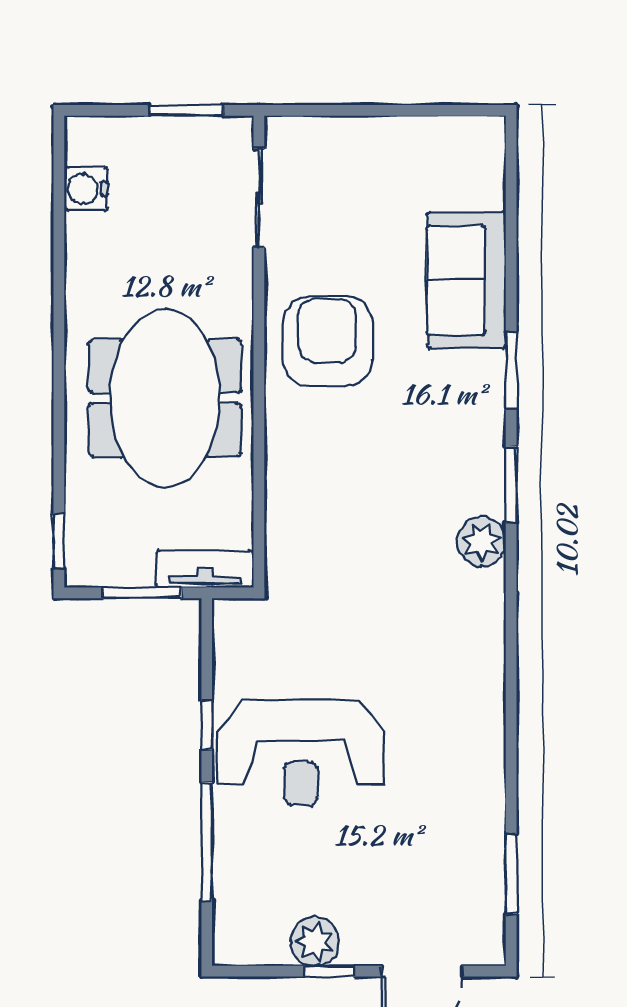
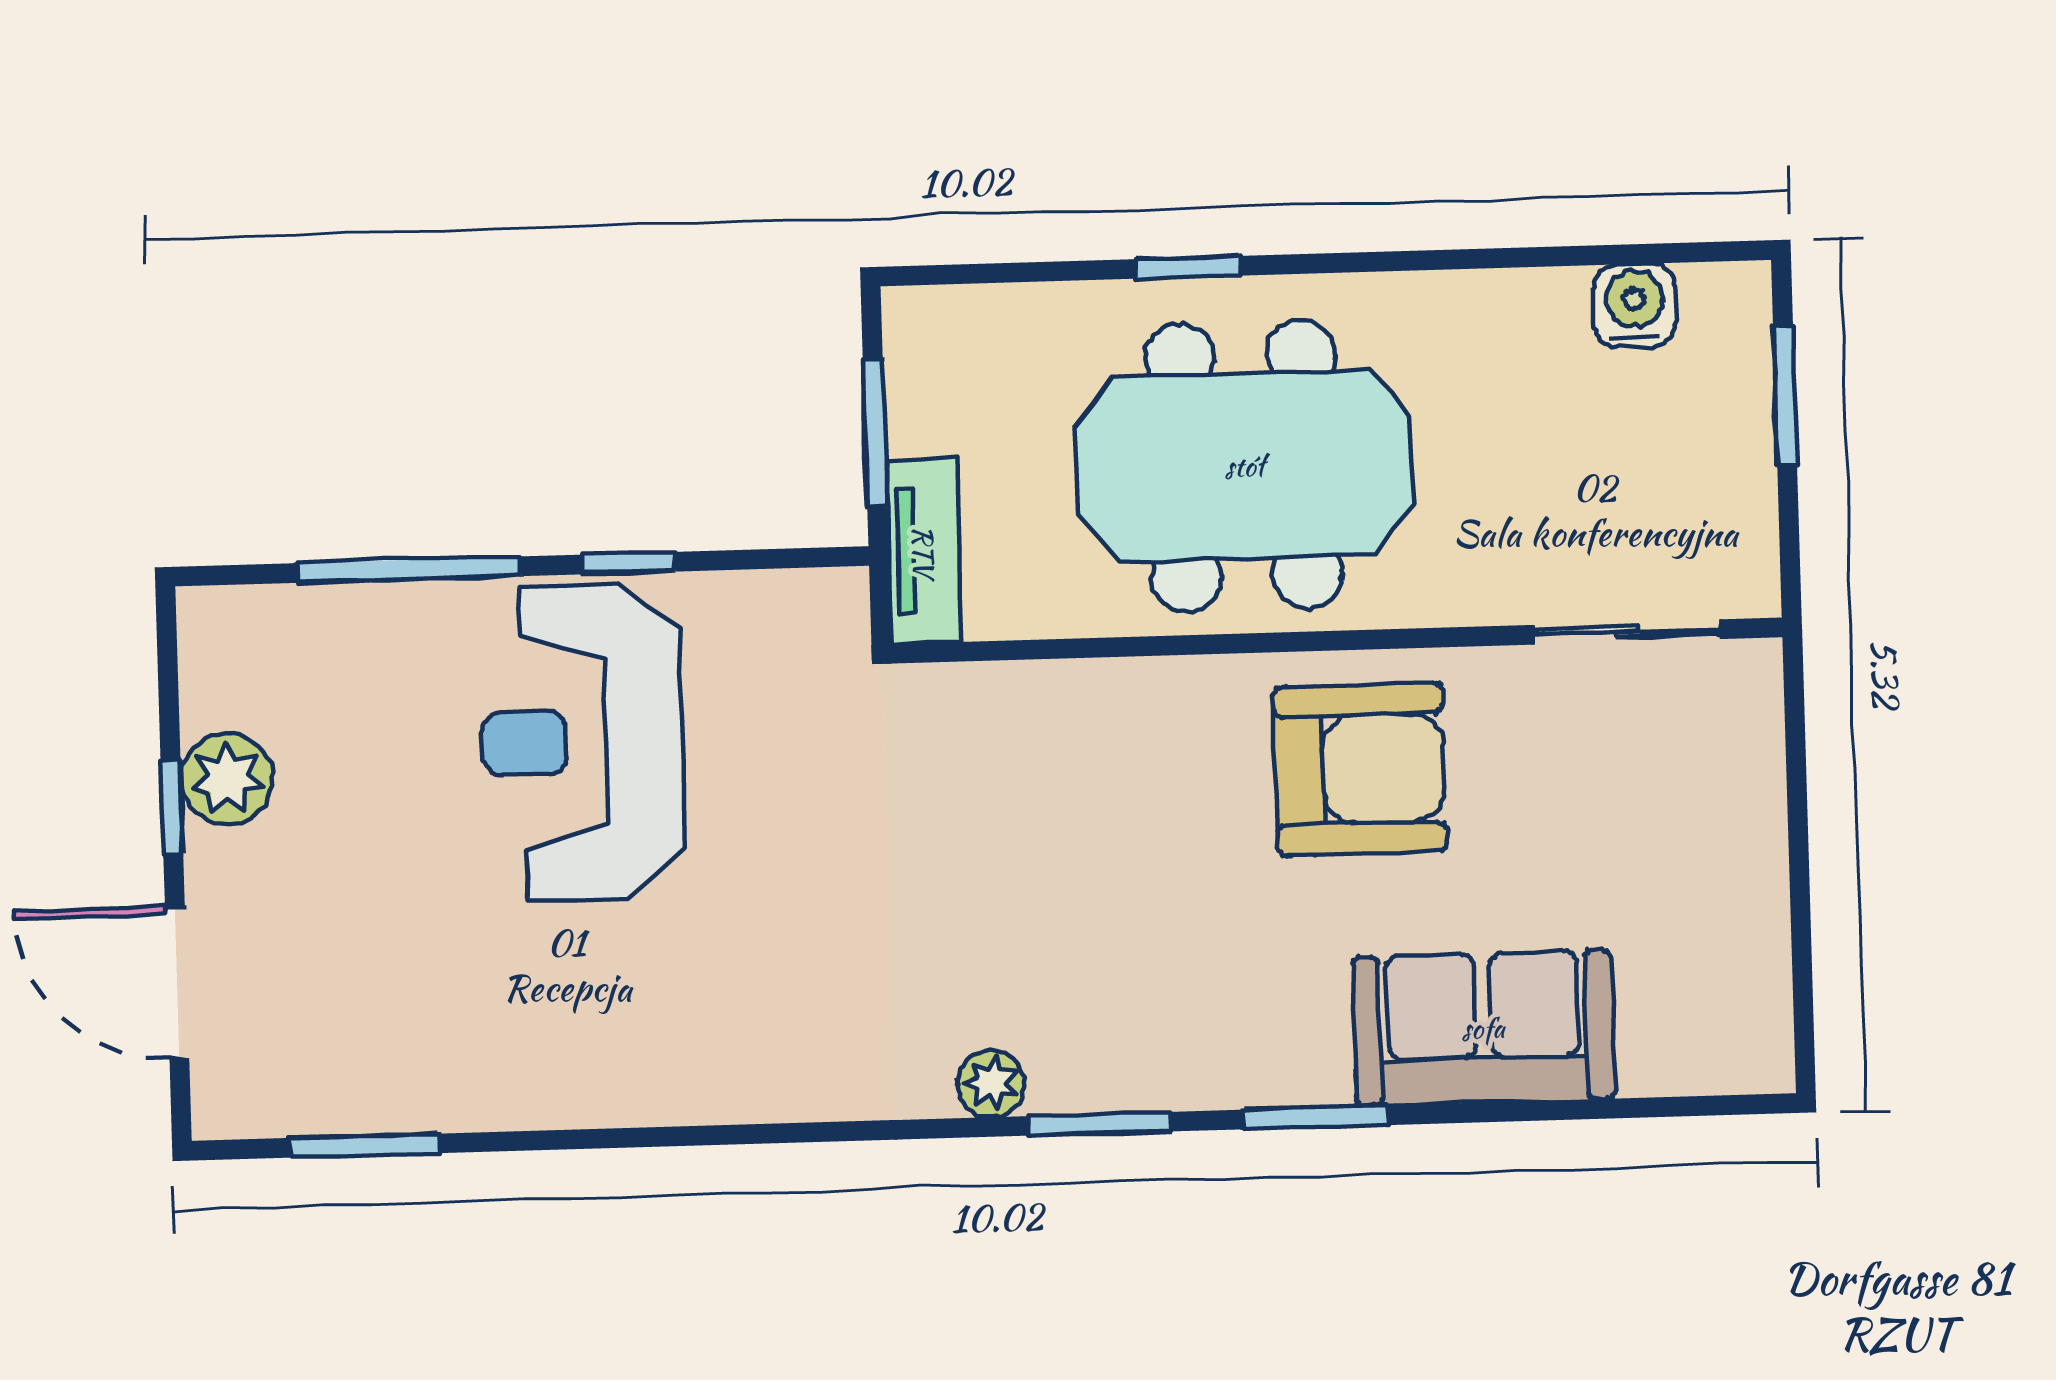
window: (186, 110) -> (1785, 395), moved
window: (59, 541) -> (1189, 267), moved
plant: (481, 542) -> (991, 1084), width x0.73, depth x0.73

